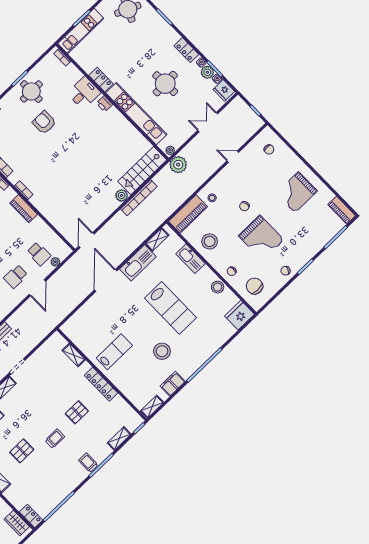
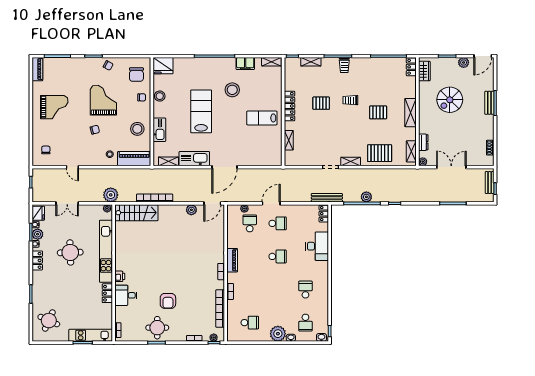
plant: (122, 195) -> (191, 210), moved

